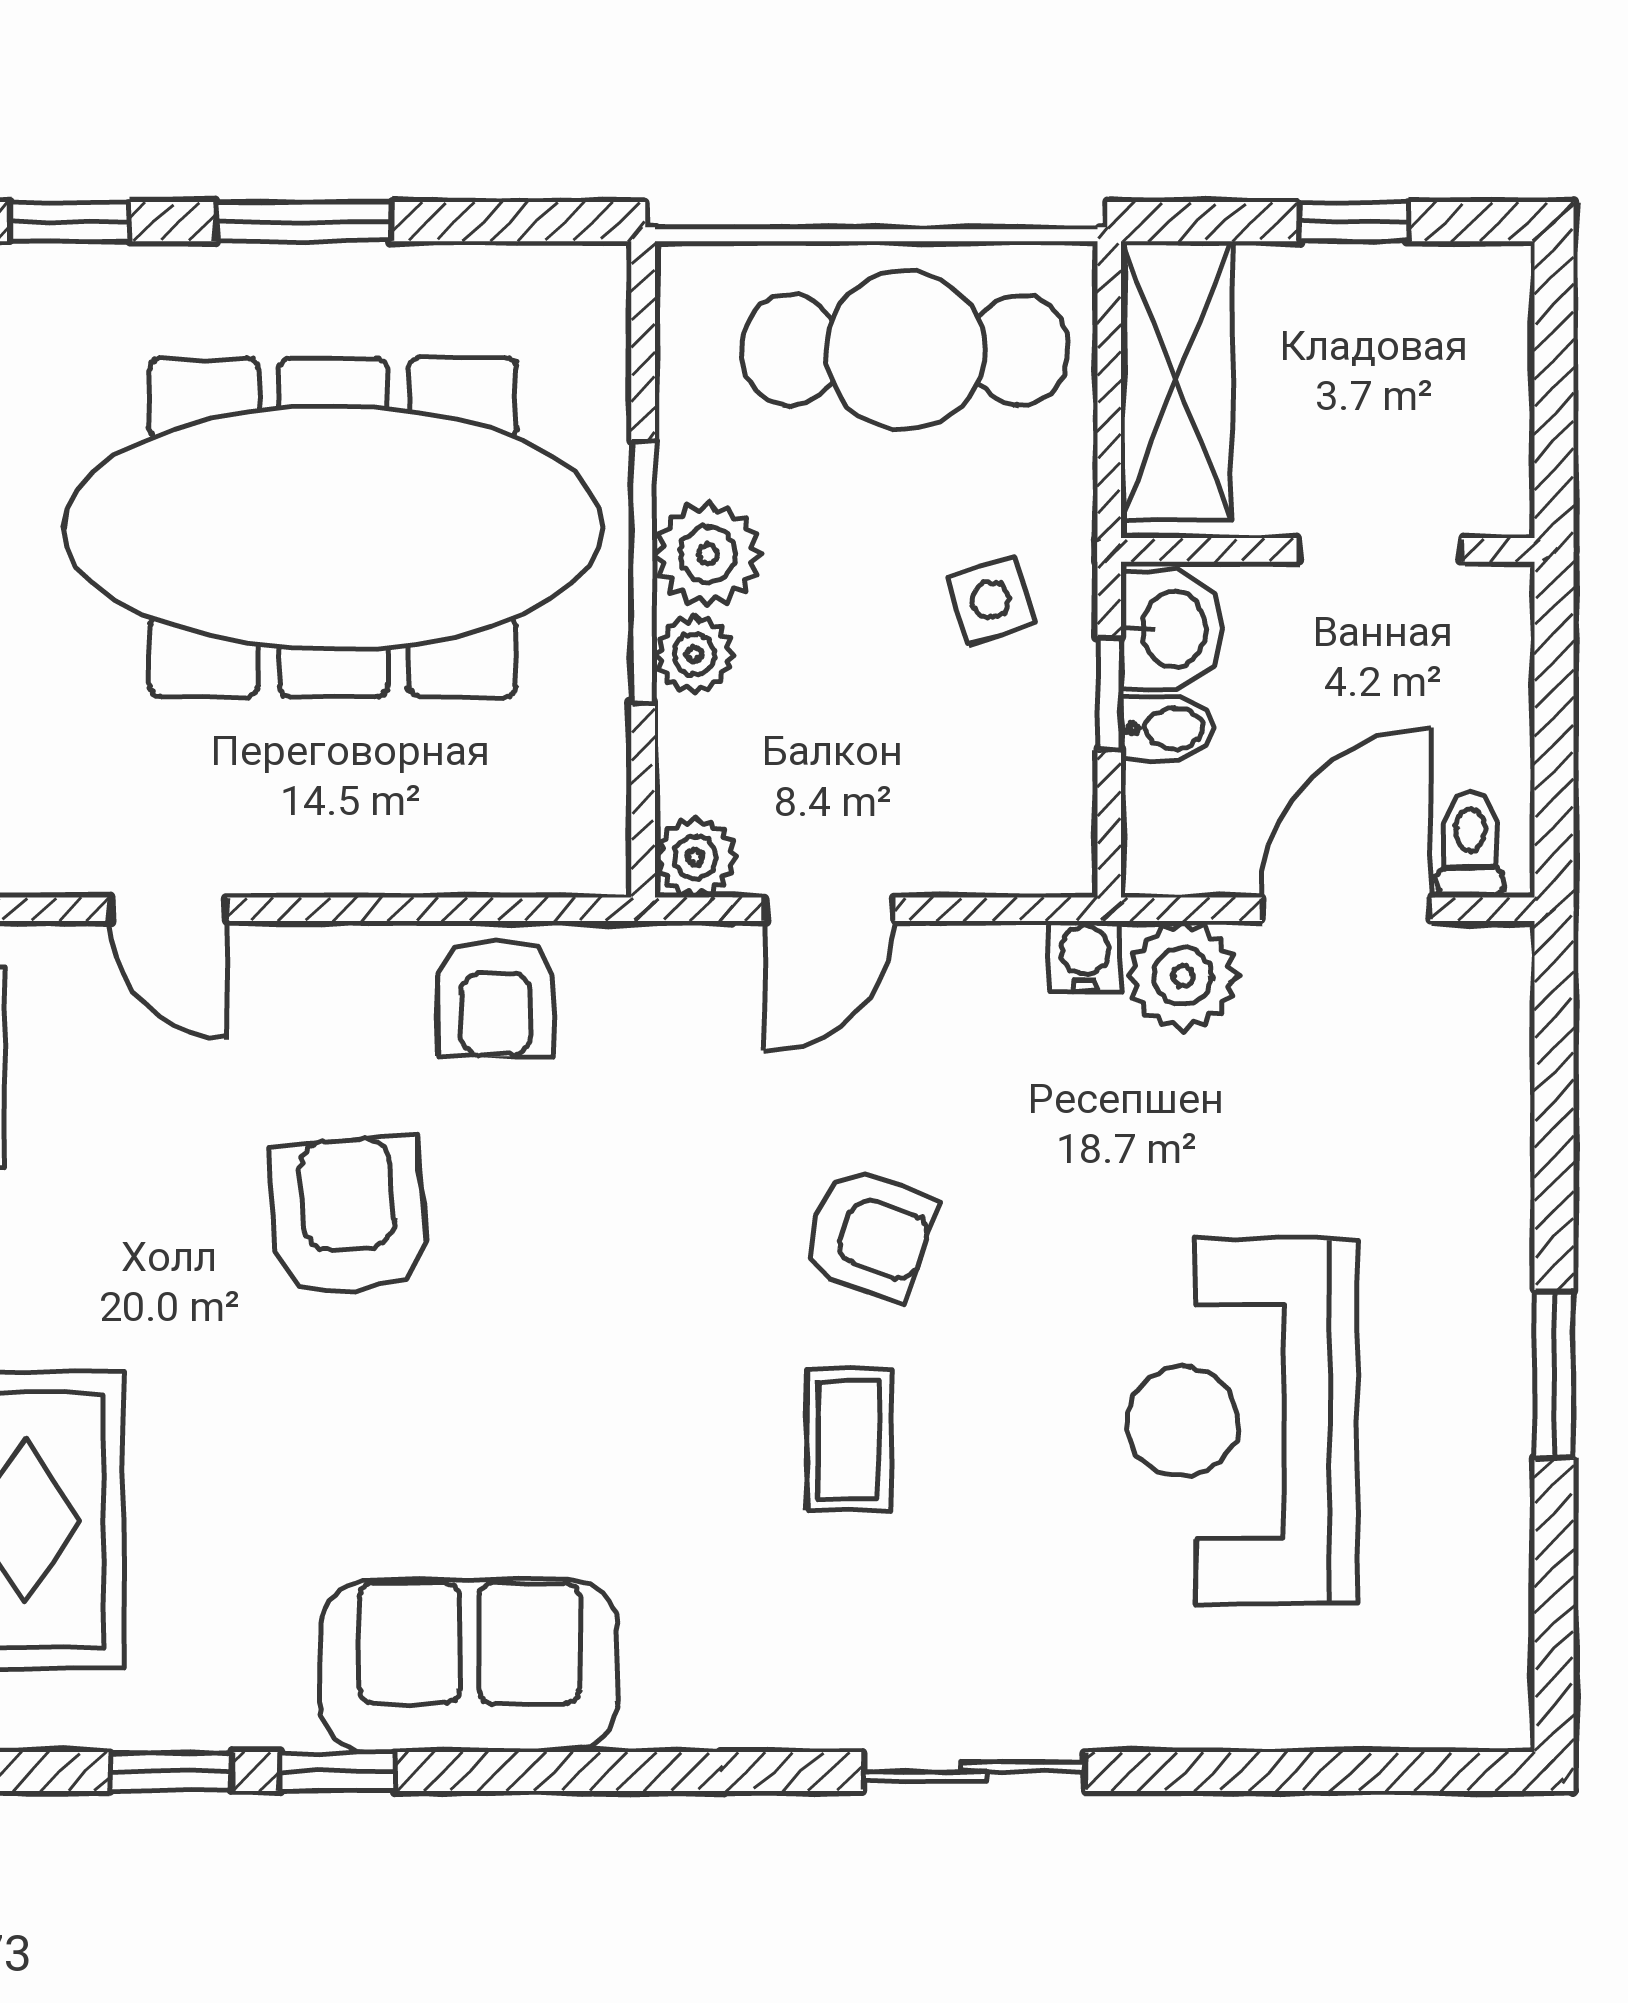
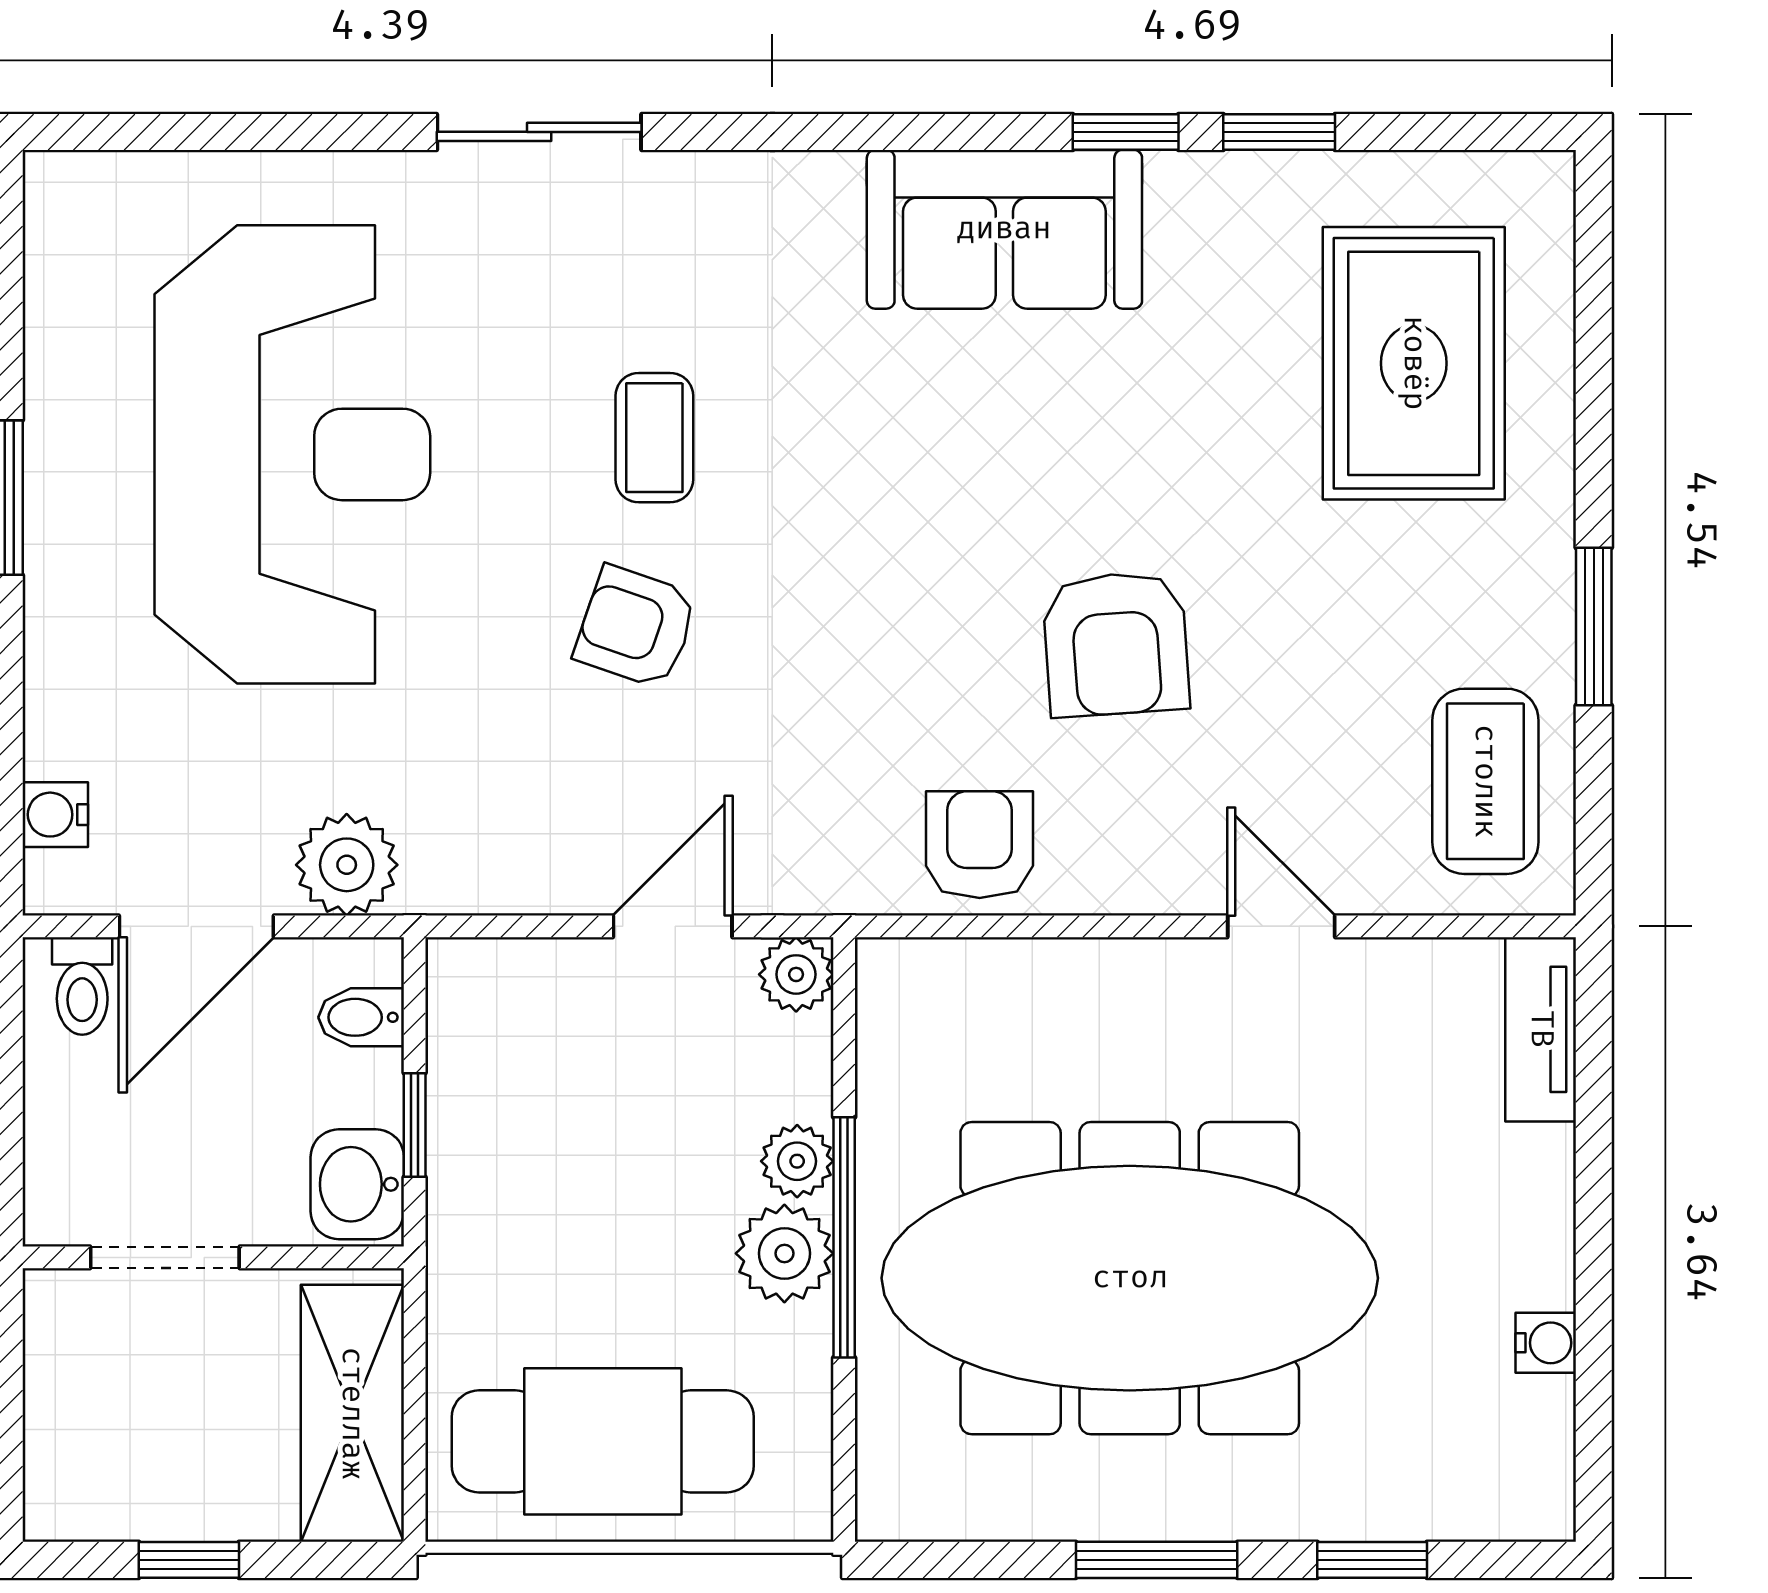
side table: (990, 600) -> (524, 1211), removed
bidet: (1167, 728) -> (361, 1017), moved
water cooler: (1085, 956) -> (55, 815), moved, turned 90
reception desk: (1242, 1422) -> (292, 454), width x1.36, depth x1.30

